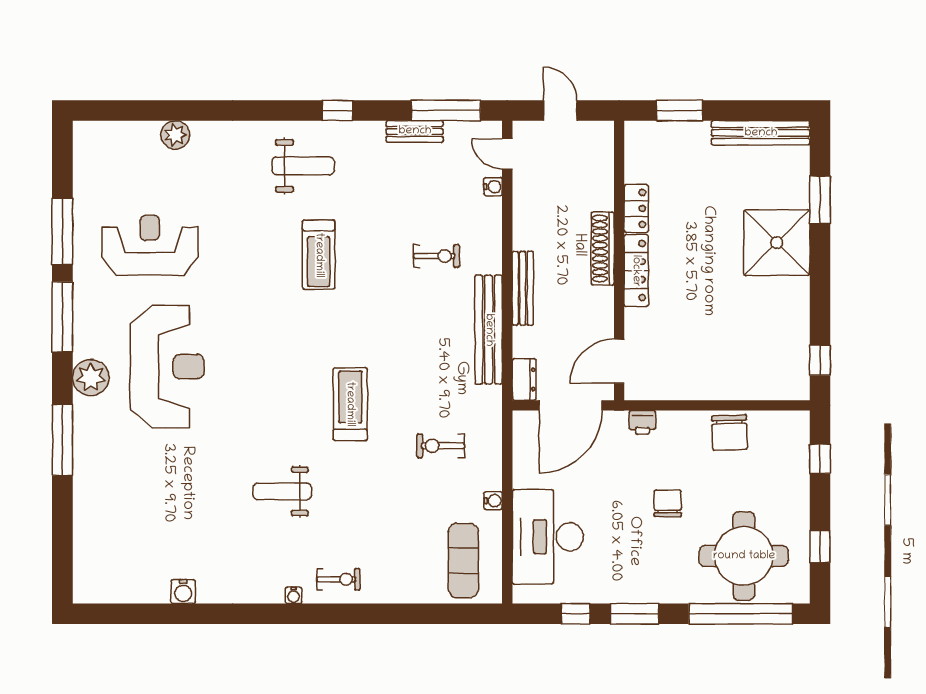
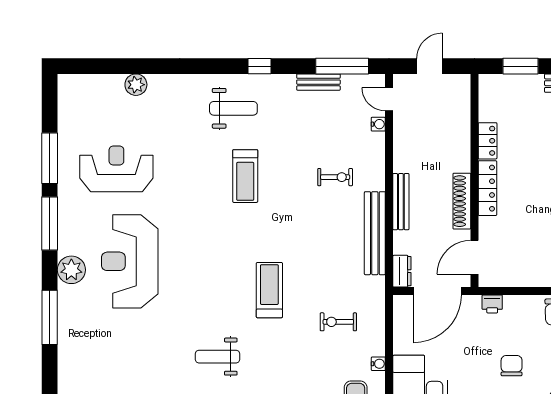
door: (560, 110) -> (430, 66), hinge flipped
shoe rack: (603, 249) -> (462, 201), moved
reception desk: (167, 367) -> (130, 261), turned 180

